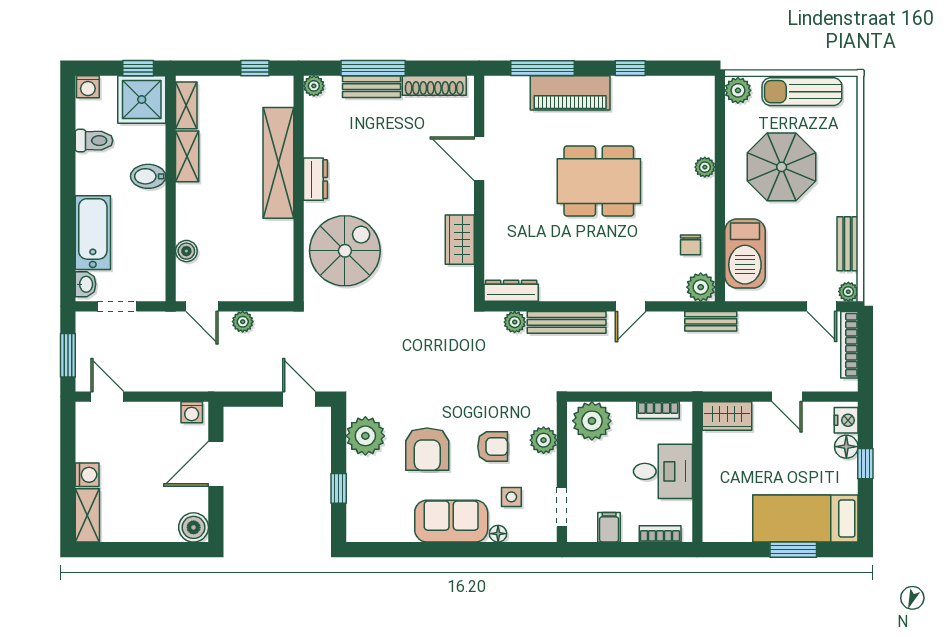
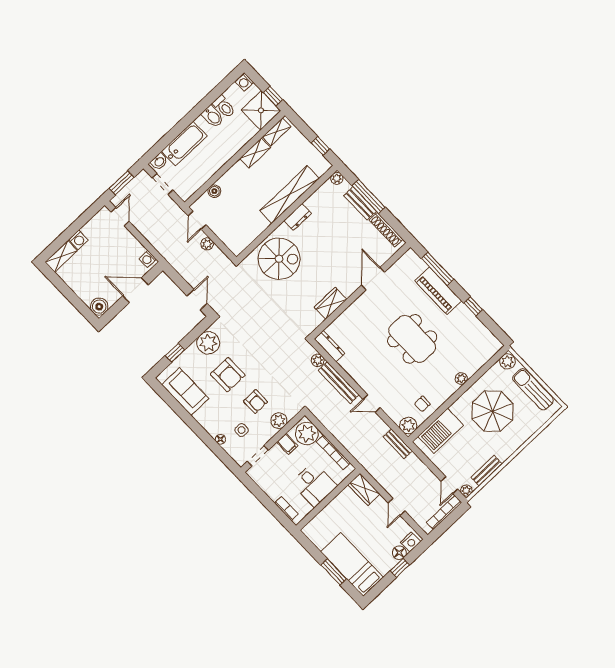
bidet: (148, 176) -> (213, 117), moved, turned 180
bookcase: (658, 410) -> (334, 452), width x1.56
armchair: (427, 449) -> (228, 375), turned -90
sofa: (451, 521) -> (185, 392), moved
filing cabinet: (609, 527) -> (287, 444), moved, turned 90

